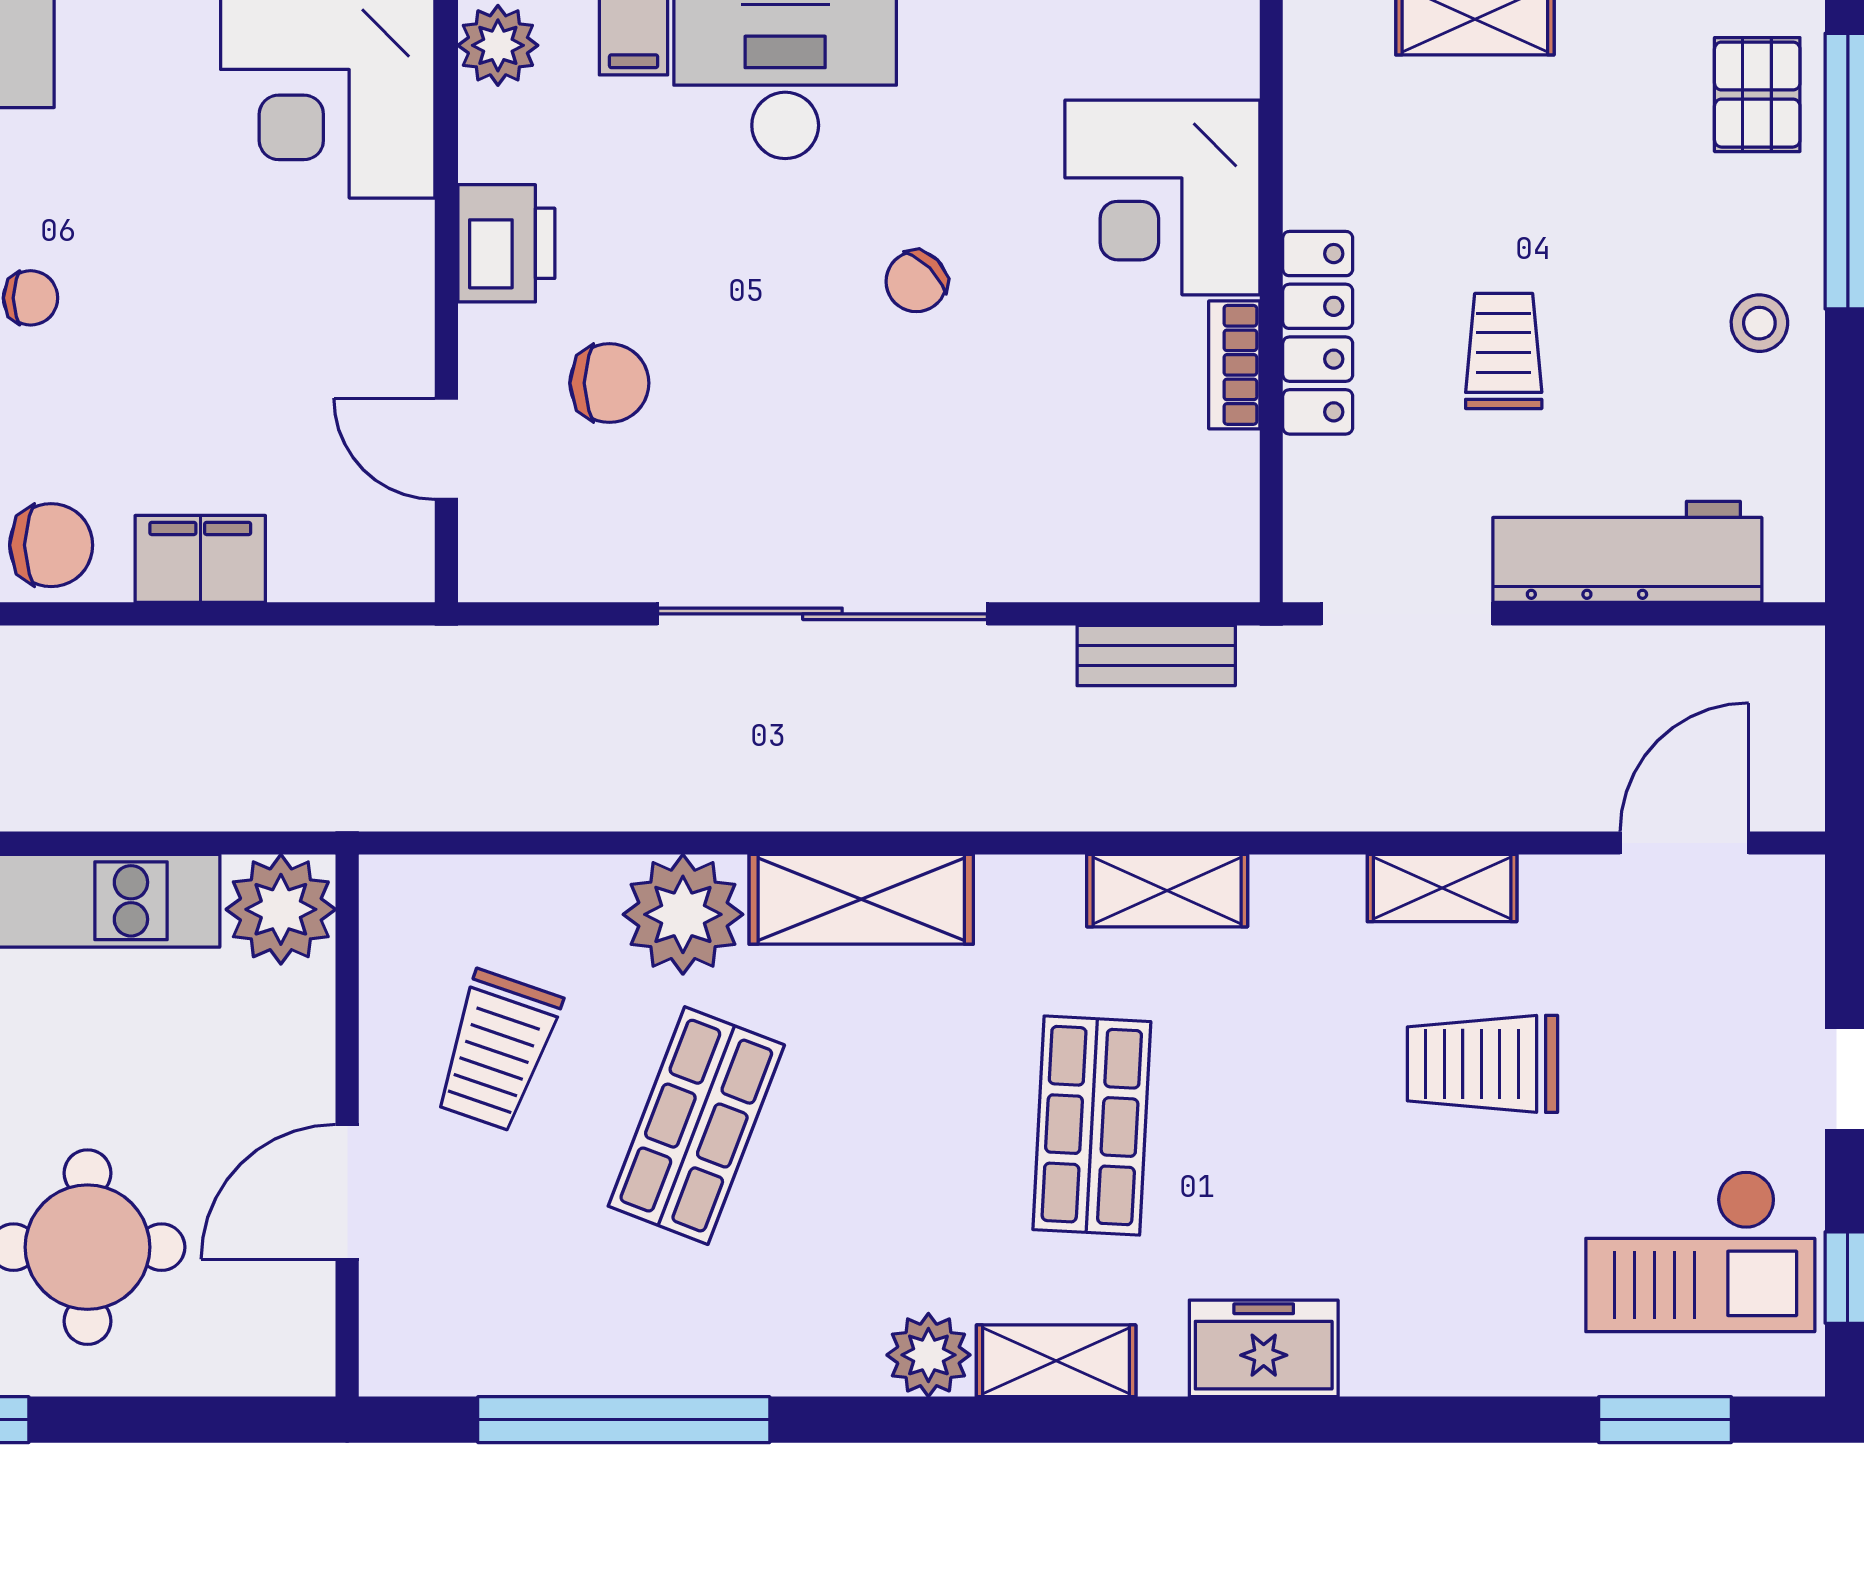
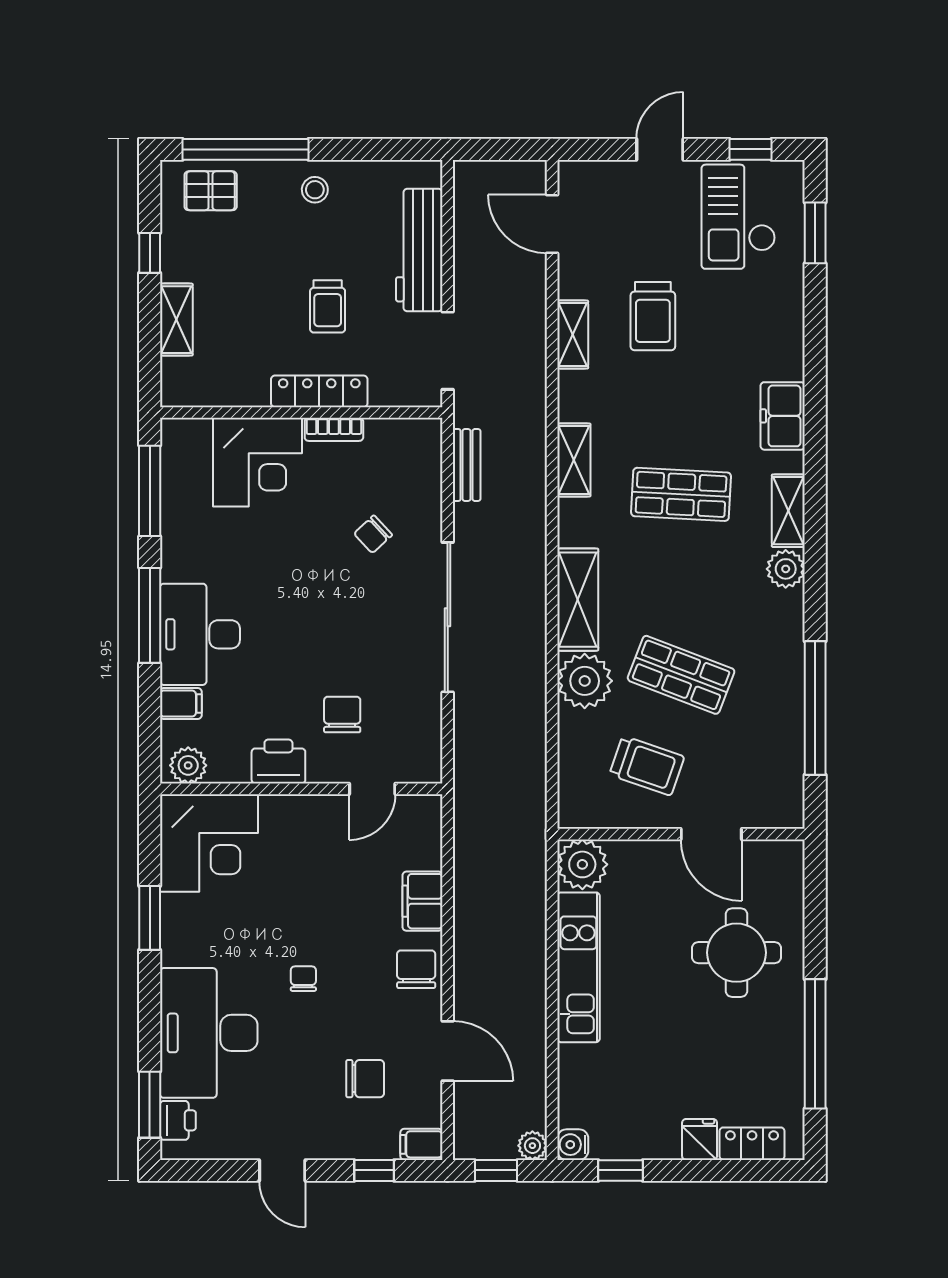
chair: (916, 282) -> (373, 534), moved, turned 92
trolley: (1504, 351) -> (328, 306), turned -90
checkout: (1700, 1251) -> (738, 217), turned 180

